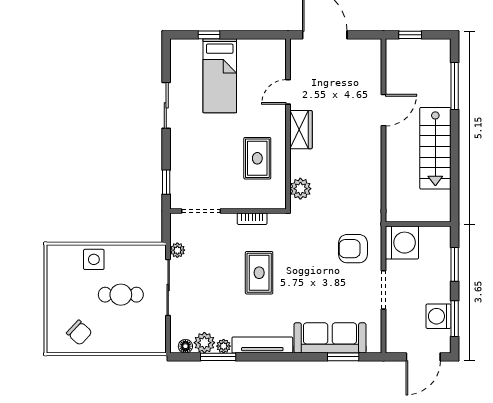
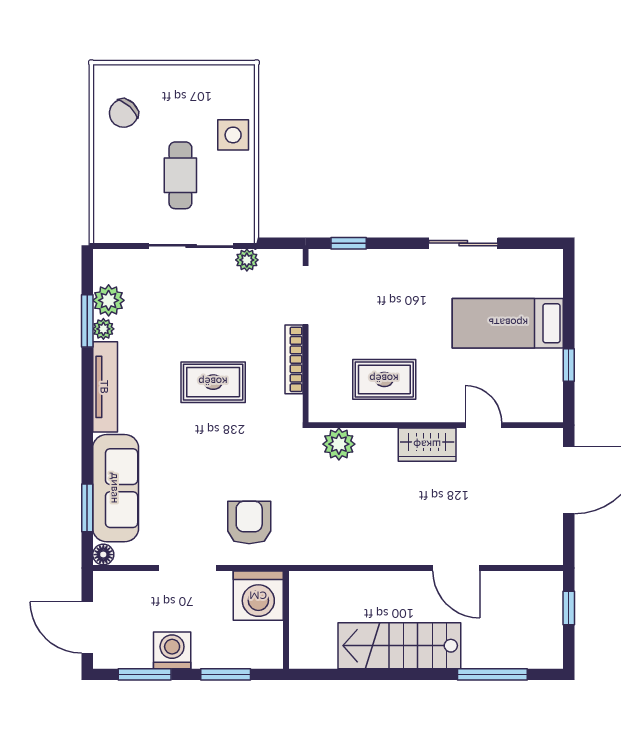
window: (209, 35) -> (569, 365), moved
bookcase: (252, 219) -> (294, 359), width x1.56
washing machine: (438, 316) -> (172, 650), moved
floor lamp: (185, 346) -> (103, 555), moved

